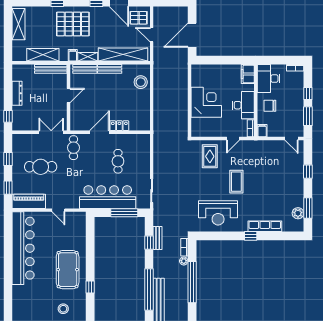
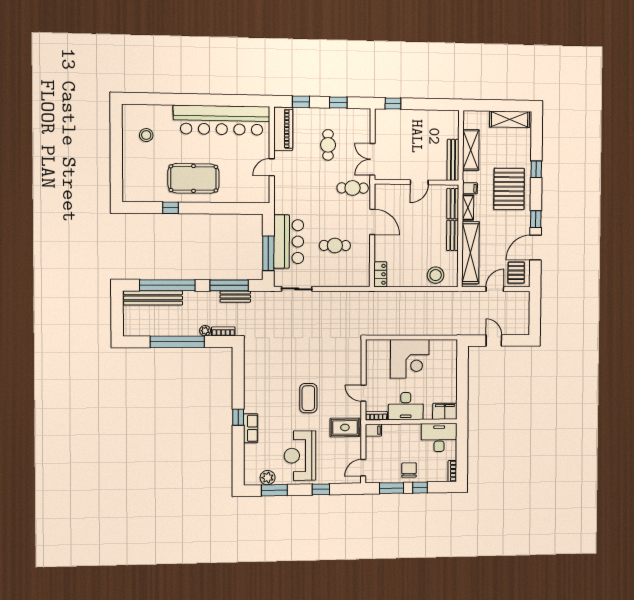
door: (192, 35) -> (494, 340), width x0.53
dresser: (17, 93) -> (422, 116), removed
door: (68, 96) -> (419, 182), hinge flipped
chair: (270, 106) -> (409, 470), moved
locker: (119, 126) -> (380, 274), moved
double door: (51, 132) -> (372, 159), swing flipped
rug: (210, 156) -> (345, 427), moved
cafe table: (41, 167) -> (328, 145), width x0.73, depth x0.74
coffee table: (236, 182) -> (308, 398), turned 90
bar counter: (108, 197) -> (289, 242), width x0.73
reception desk: (218, 213) -> (300, 456), moved
row of seats: (265, 226) -> (251, 428), width x0.68
window: (149, 243) -> (229, 285), width x2.17
stool: (63, 309) -> (146, 135), moved

